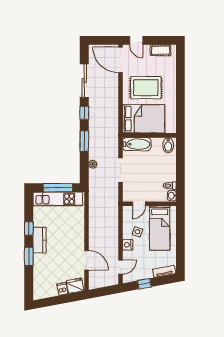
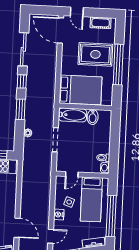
rug: (146, 88) -> (95, 54), moved
window: (180, 91) -> (118, 65), added
bidet: (168, 145) -> (93, 117), moved
window: (180, 244) -> (111, 216), added

